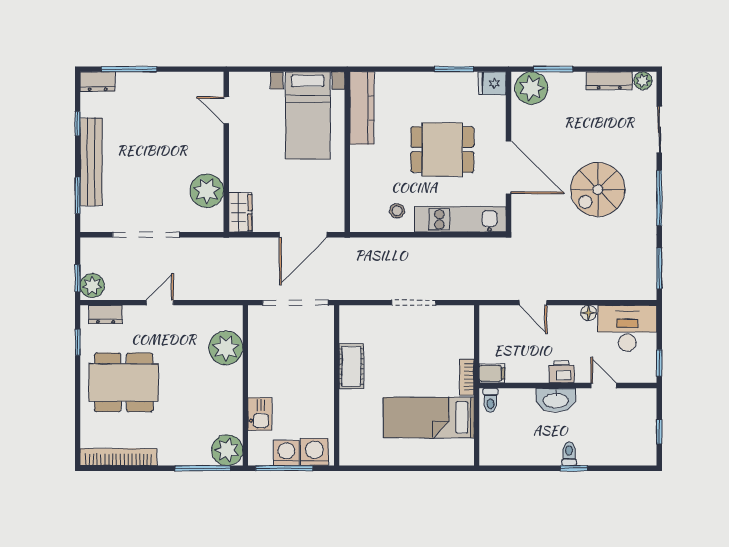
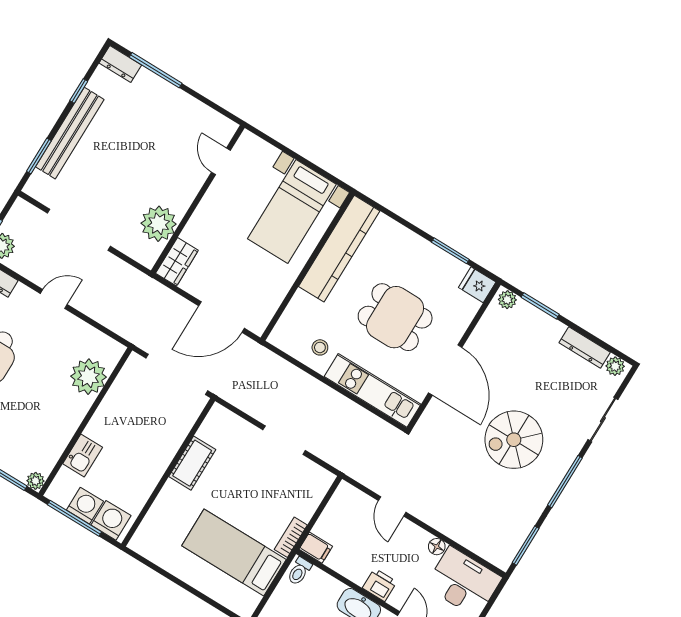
plant: (531, 88) -> (507, 300), width x0.53, depth x0.53
kitchen counter: (362, 108) -> (339, 249), width x1.39, depth x1.17
plant: (227, 450) -> (35, 481), width x0.53, depth x0.53

